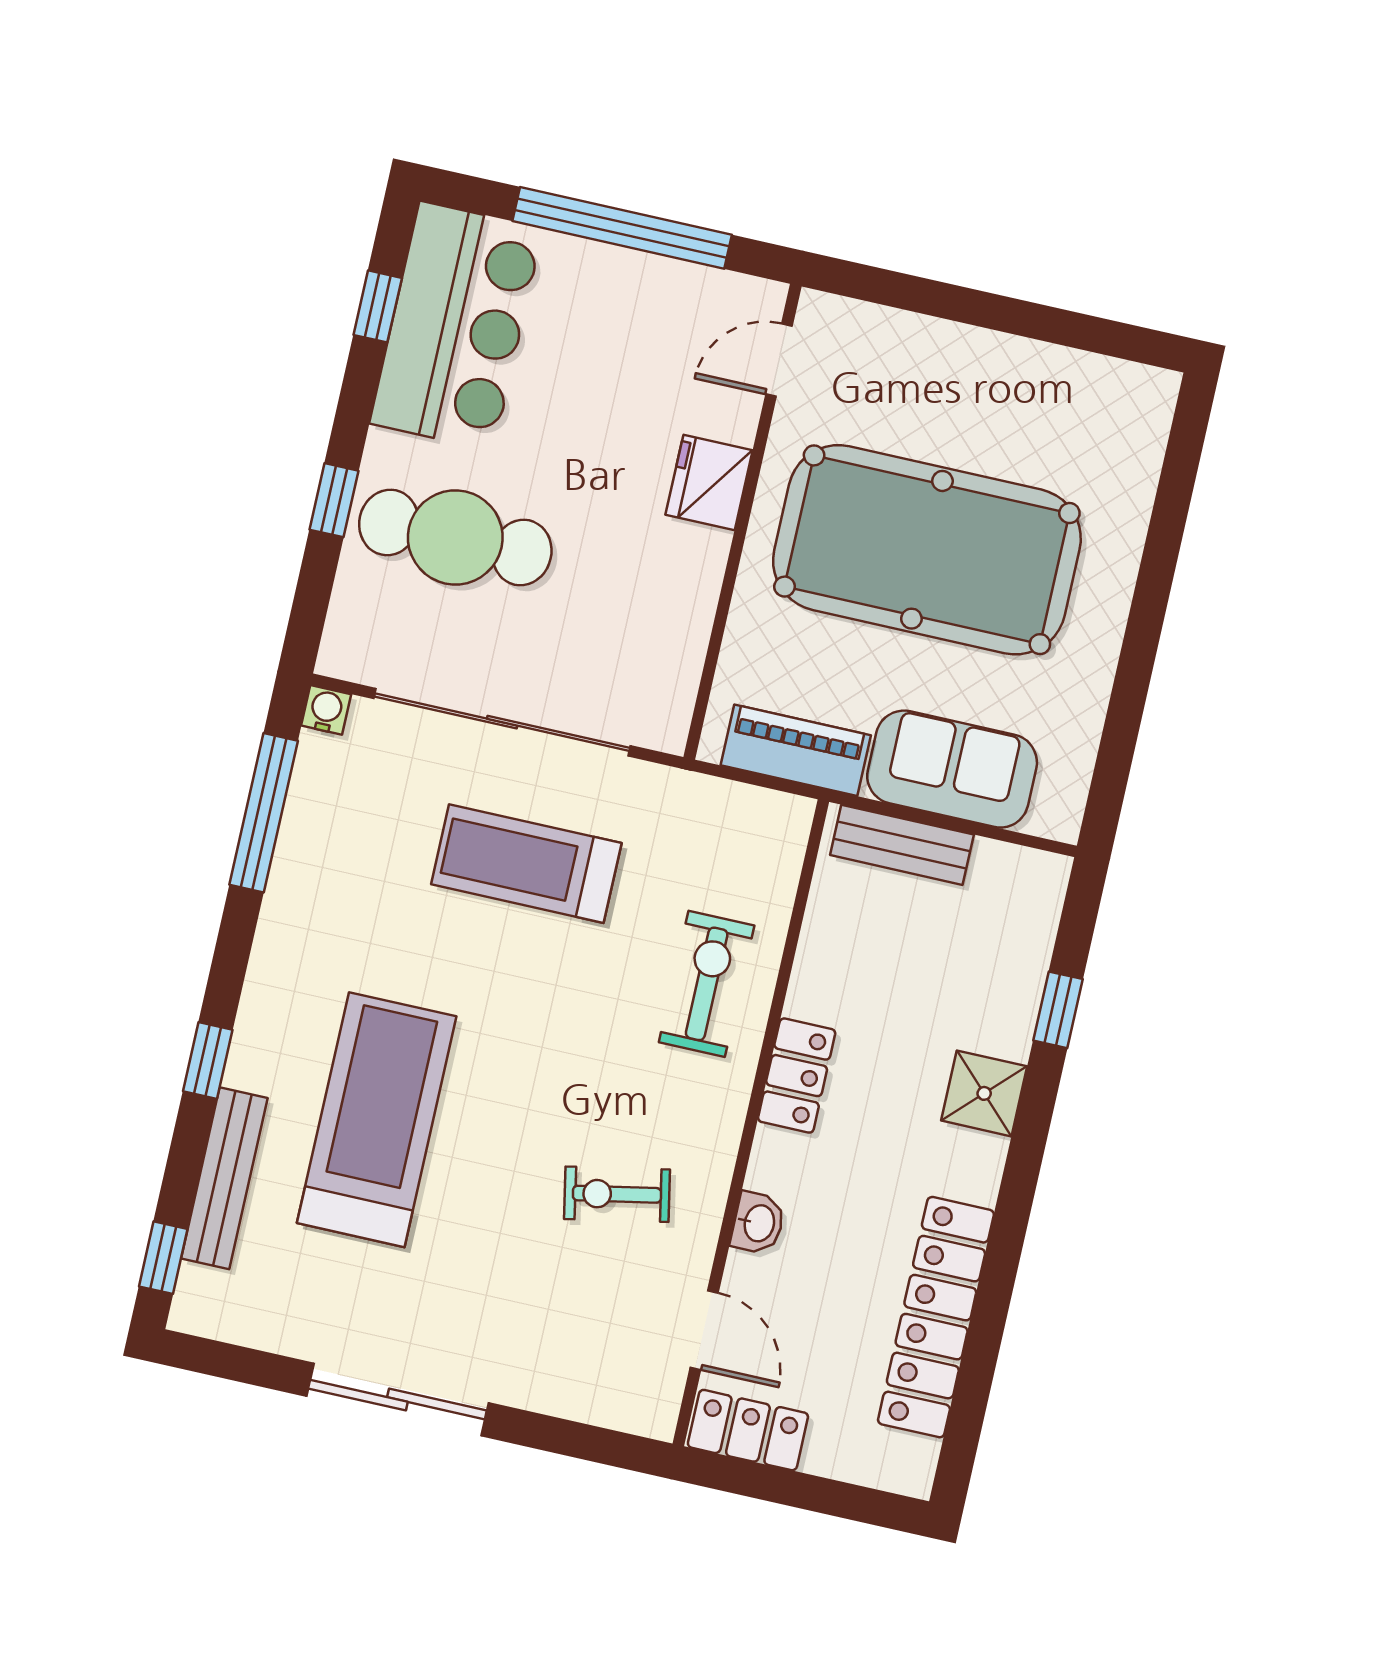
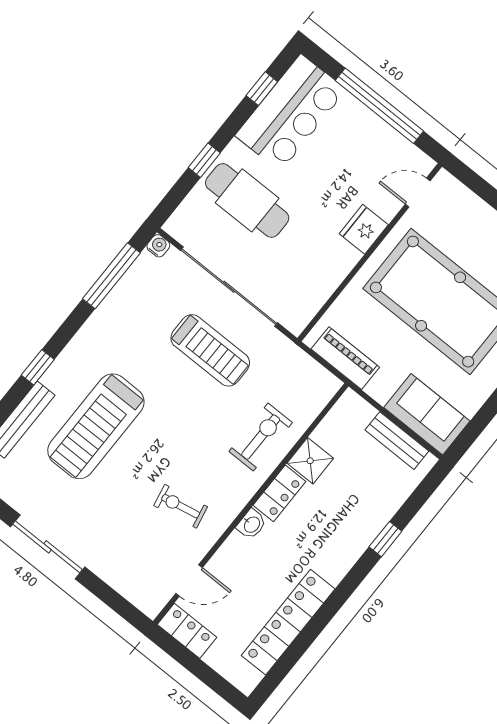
sofa: (952, 769) -> (427, 414), moved
bench: (902, 845) -> (397, 441), moved
treadmill: (526, 864) -> (210, 350), turned 180
window: (1058, 1010) -> (385, 539), moved
shower: (984, 1093) -> (310, 461), moved
treadmill: (377, 1120) -> (96, 426), turned 180
washbasin: (758, 1223) -> (252, 524), moved
door: (704, 1330) -> (189, 580), hinge flipped

